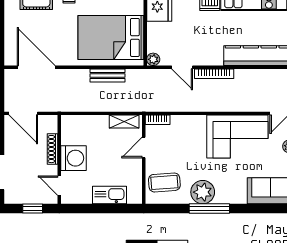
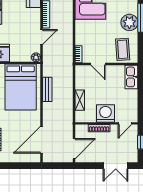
shelving: (124, 121) -> (80, 100), moved
kitchen sink: (110, 195) -> (131, 77), moved

